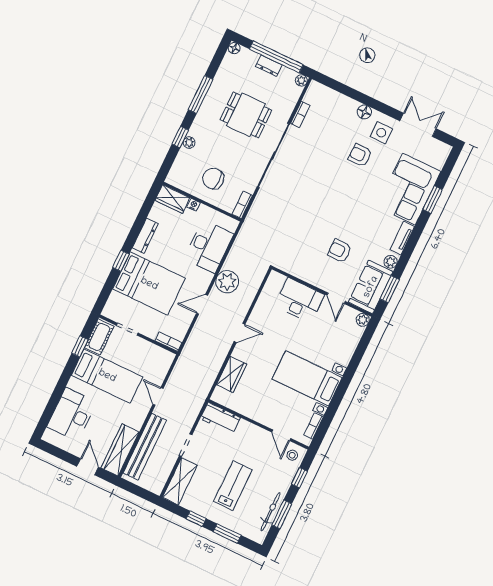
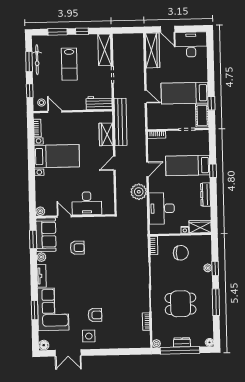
floor lamp: (364, 112) -> (44, 345), moved
bed: (149, 284) -> (188, 165), width x0.67
desk: (72, 414) -> (191, 44), moved, turned -90
bench: (145, 447) -> (120, 122), moved

